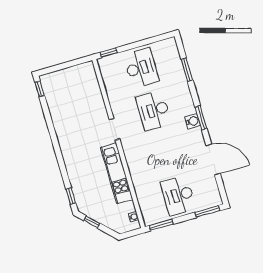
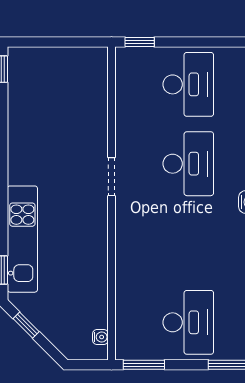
desk: (154, 110) -> (188, 164), turned 180
kitchen unit: (117, 173) -> (22, 239), moved, turned 180
desk: (178, 195) -> (188, 322), turned 180

